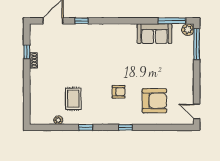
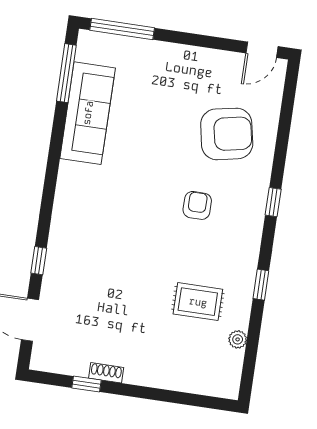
plant: (188, 30) -> (89, 43), removed
sofa: (154, 34) -> (88, 113), width x1.36
armchair: (154, 101) -> (227, 134), turned 79

